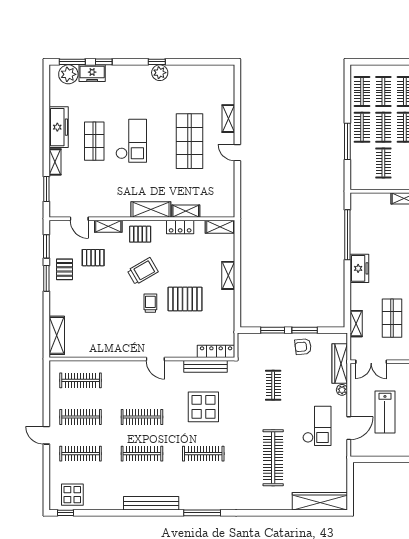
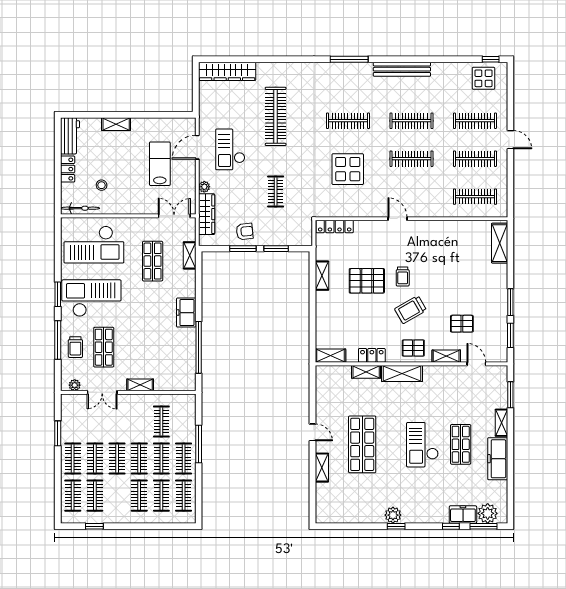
pallet: (64, 269) -> (492, 311), removed
shelving: (228, 275) -> (322, 276), moved
bench: (205, 366) -> (346, 211), removed

